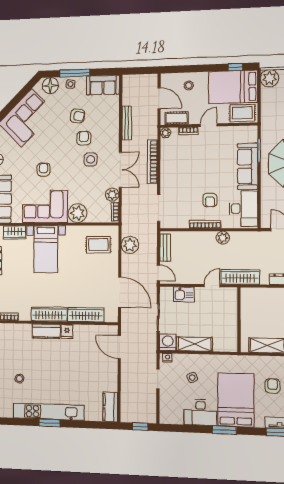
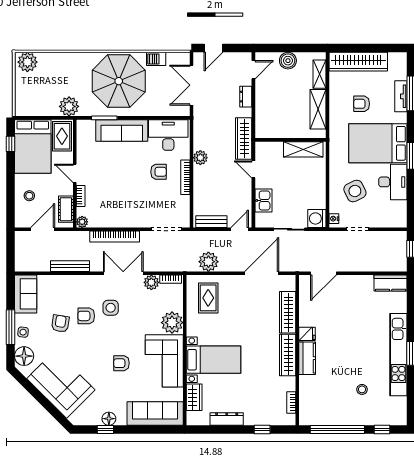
plant: (270, 78) -> (69, 106), moved
shelving: (194, 344) -> (303, 149), moved, turned 90
side table: (192, 377) -> (355, 191), width x1.87, depth x1.87

